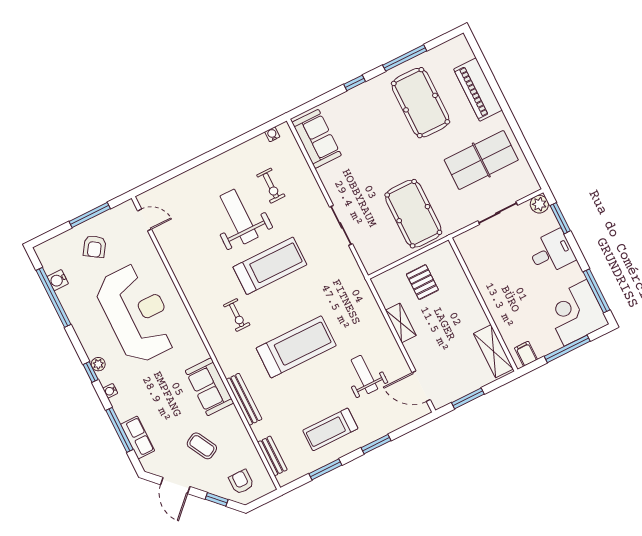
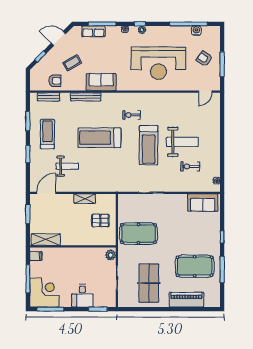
plant: (539, 204) -> (111, 255), moved
treadmill: (296, 347) -> (99, 138), turned 90
armchair: (241, 482) -> (55, 81), moved

